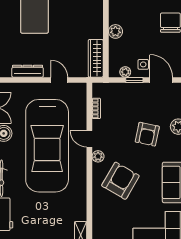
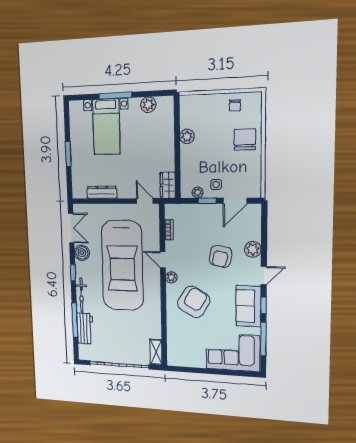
plant: (115, 31) -> (187, 136), moved
wardrobe: (96, 58) -> (168, 185), width x0.67
door: (59, 80) -> (145, 201), moved
door: (161, 80) -> (235, 201), swing flipped

